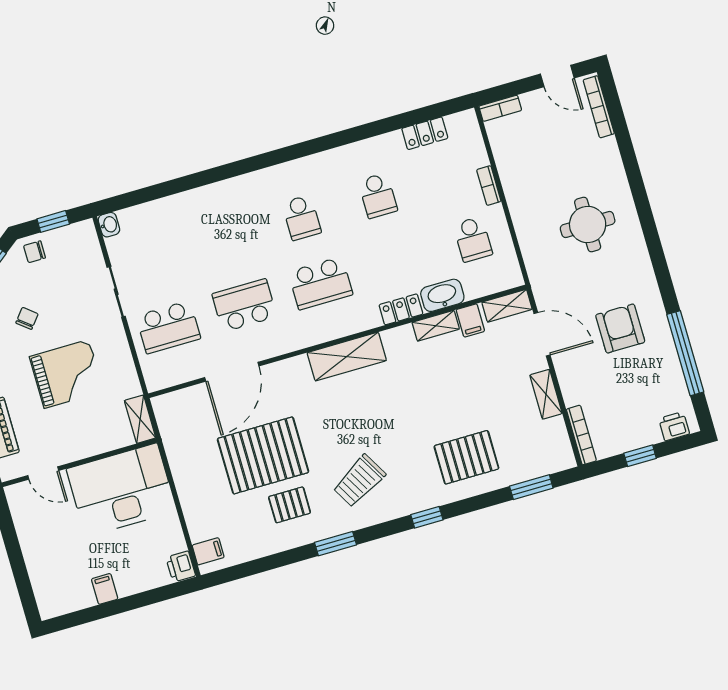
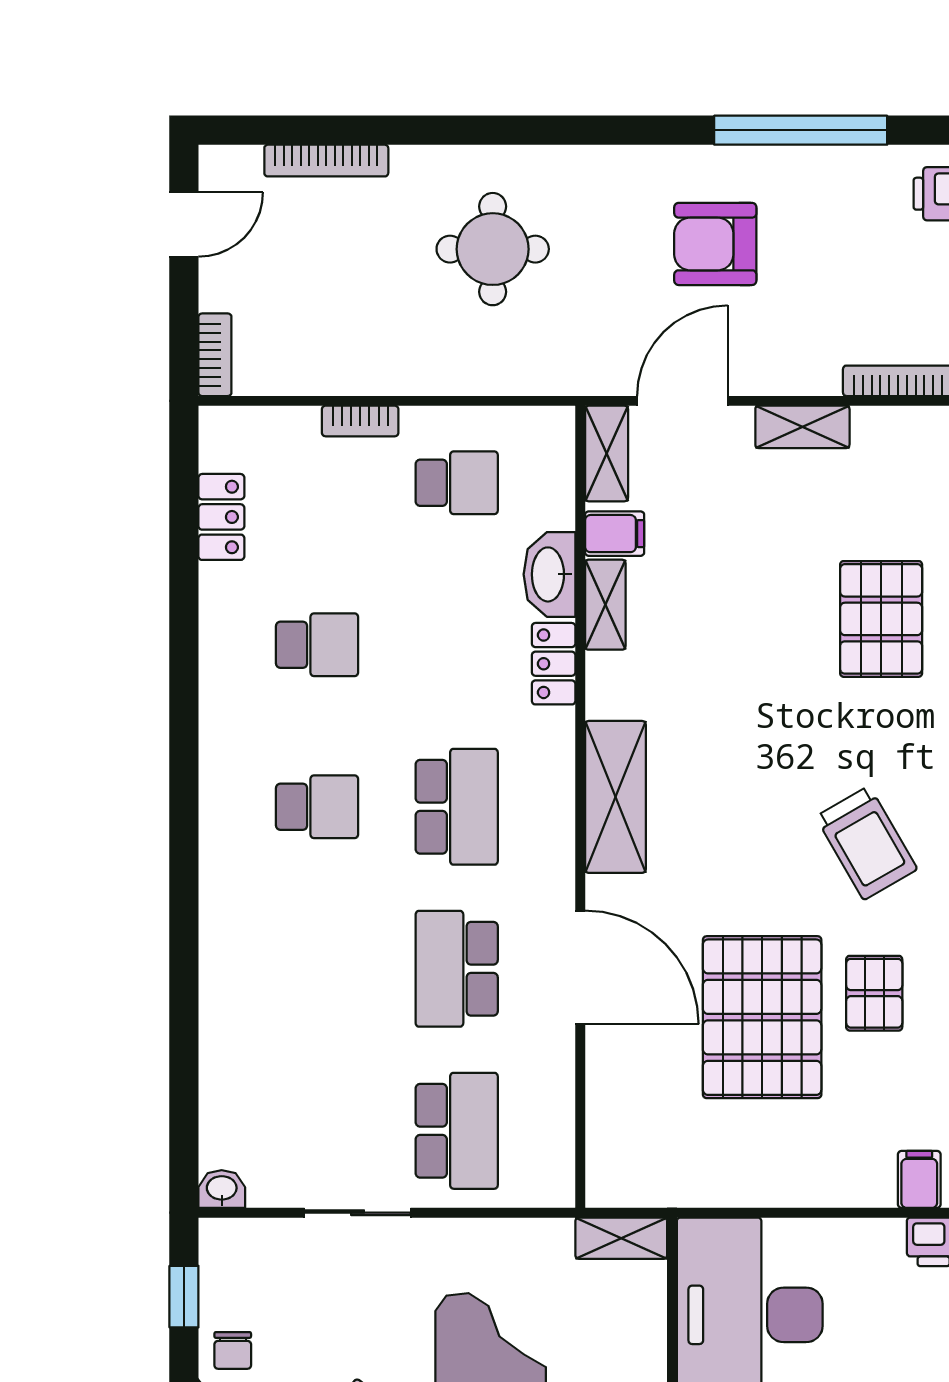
bookcase: (599, 107) -> (326, 161), moved
door: (232, 372) -> (580, 967), moved

